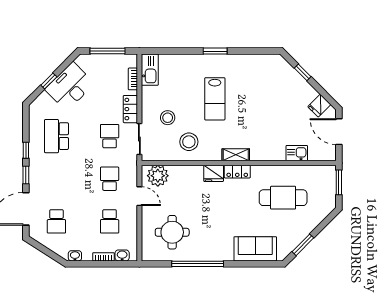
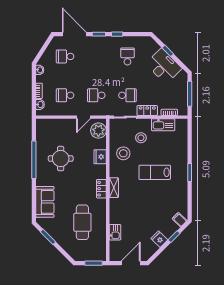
filing cabinet: (279, 65) -> (179, 220), added
kitchen sink: (150, 70) -> (163, 125), moved
fridge: (319, 106) -> (159, 239), moved
school desk: (56, 136) -> (127, 56), width x0.54
fridge: (214, 173) -> (100, 157), moved
school desk: (110, 179) -> (96, 95), turned 180
round table: (172, 232) -> (61, 159), moved

